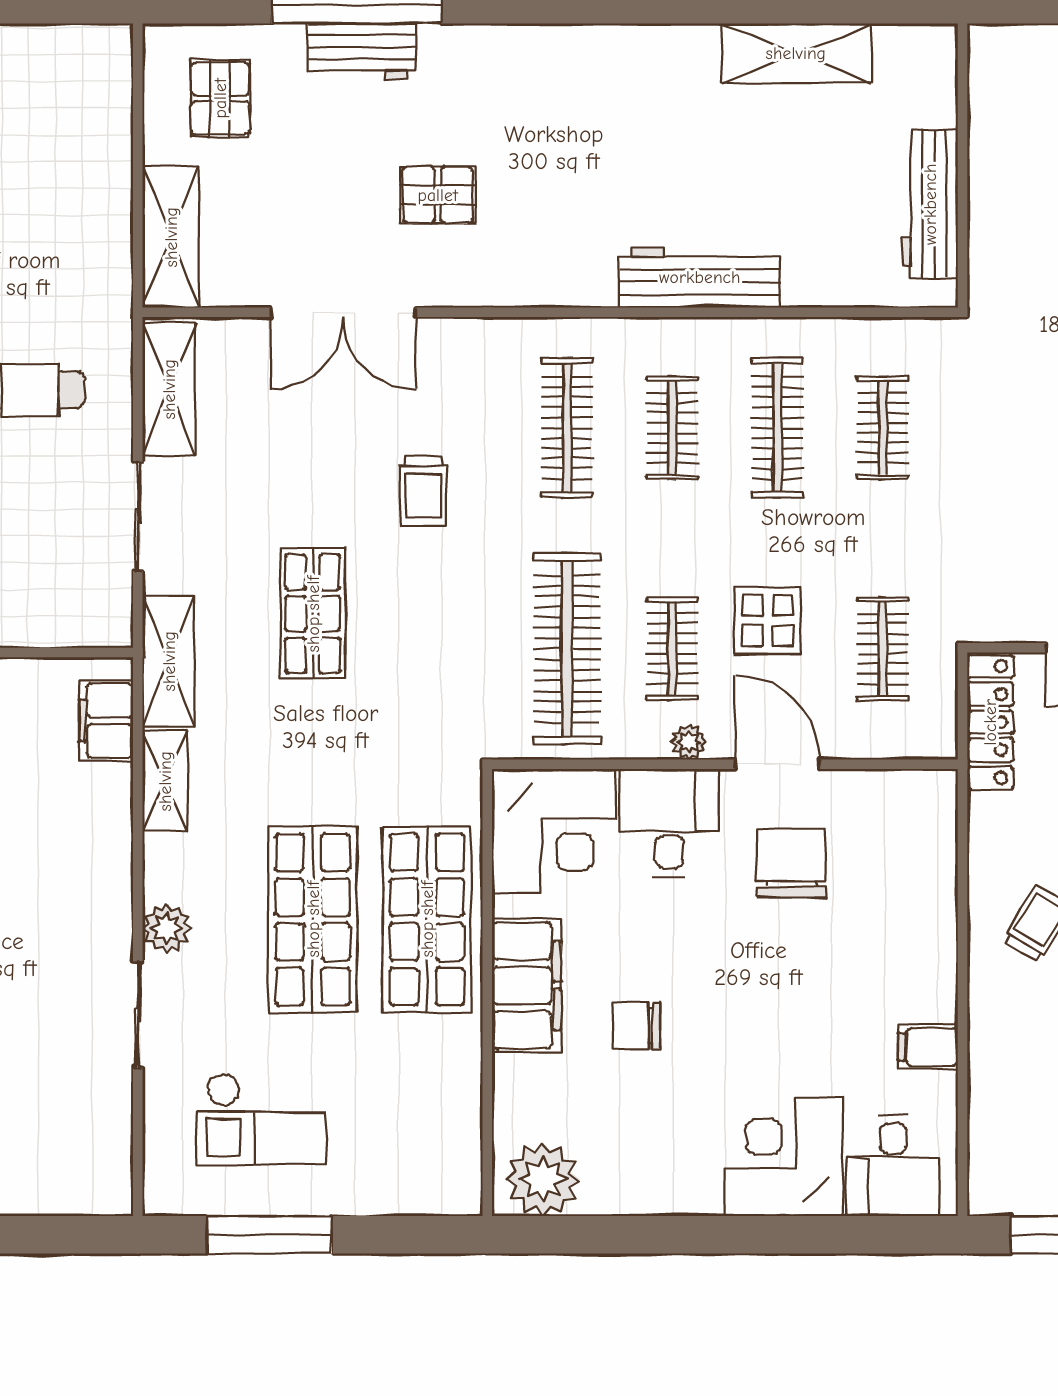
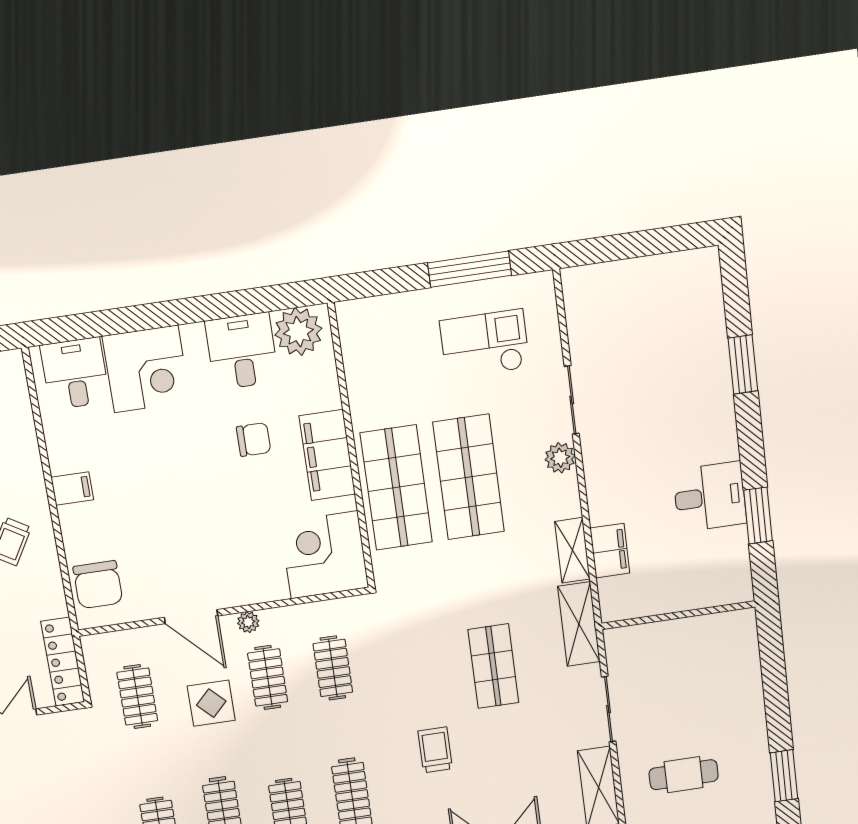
clothes rail: (567, 649) -> (333, 668), width x0.54, depth x0.76
filing cabinet: (106, 721) -> (610, 551), moved
desk: (669, 823) -> (242, 351), moved, turned 180
chair: (791, 863) -> (98, 585), moved
filing cabinet: (928, 1047) -> (72, 489), moved

